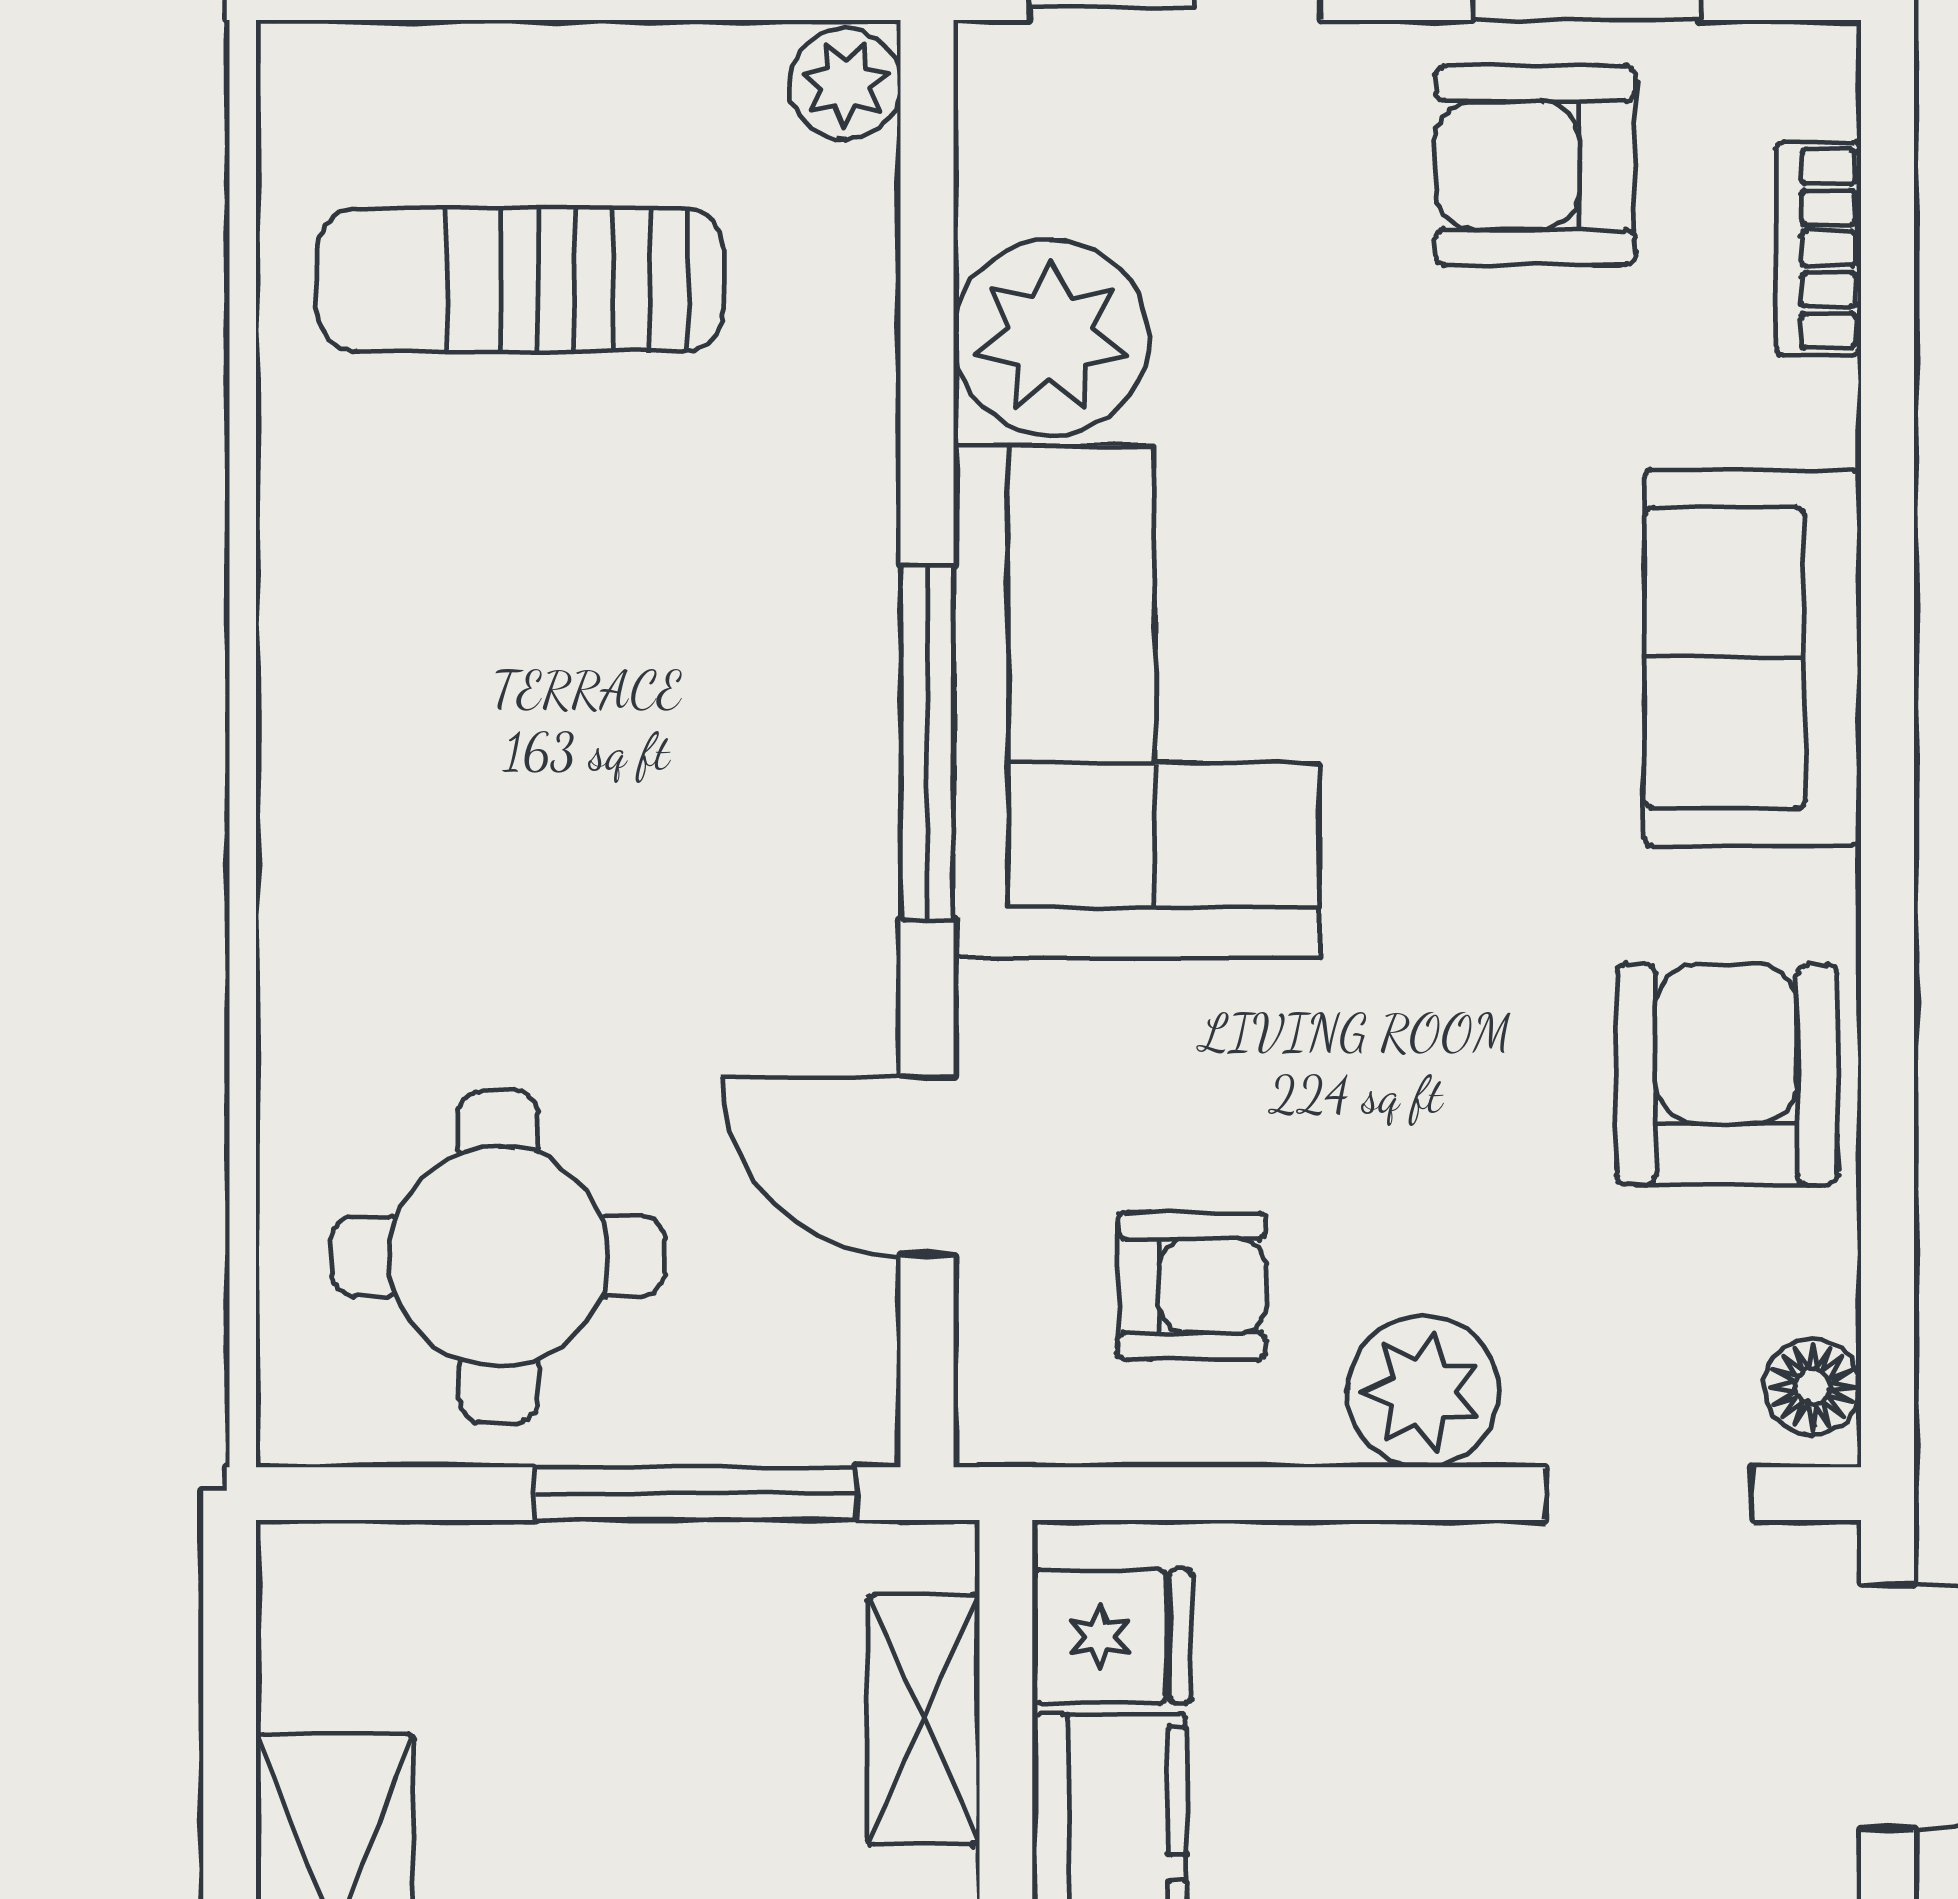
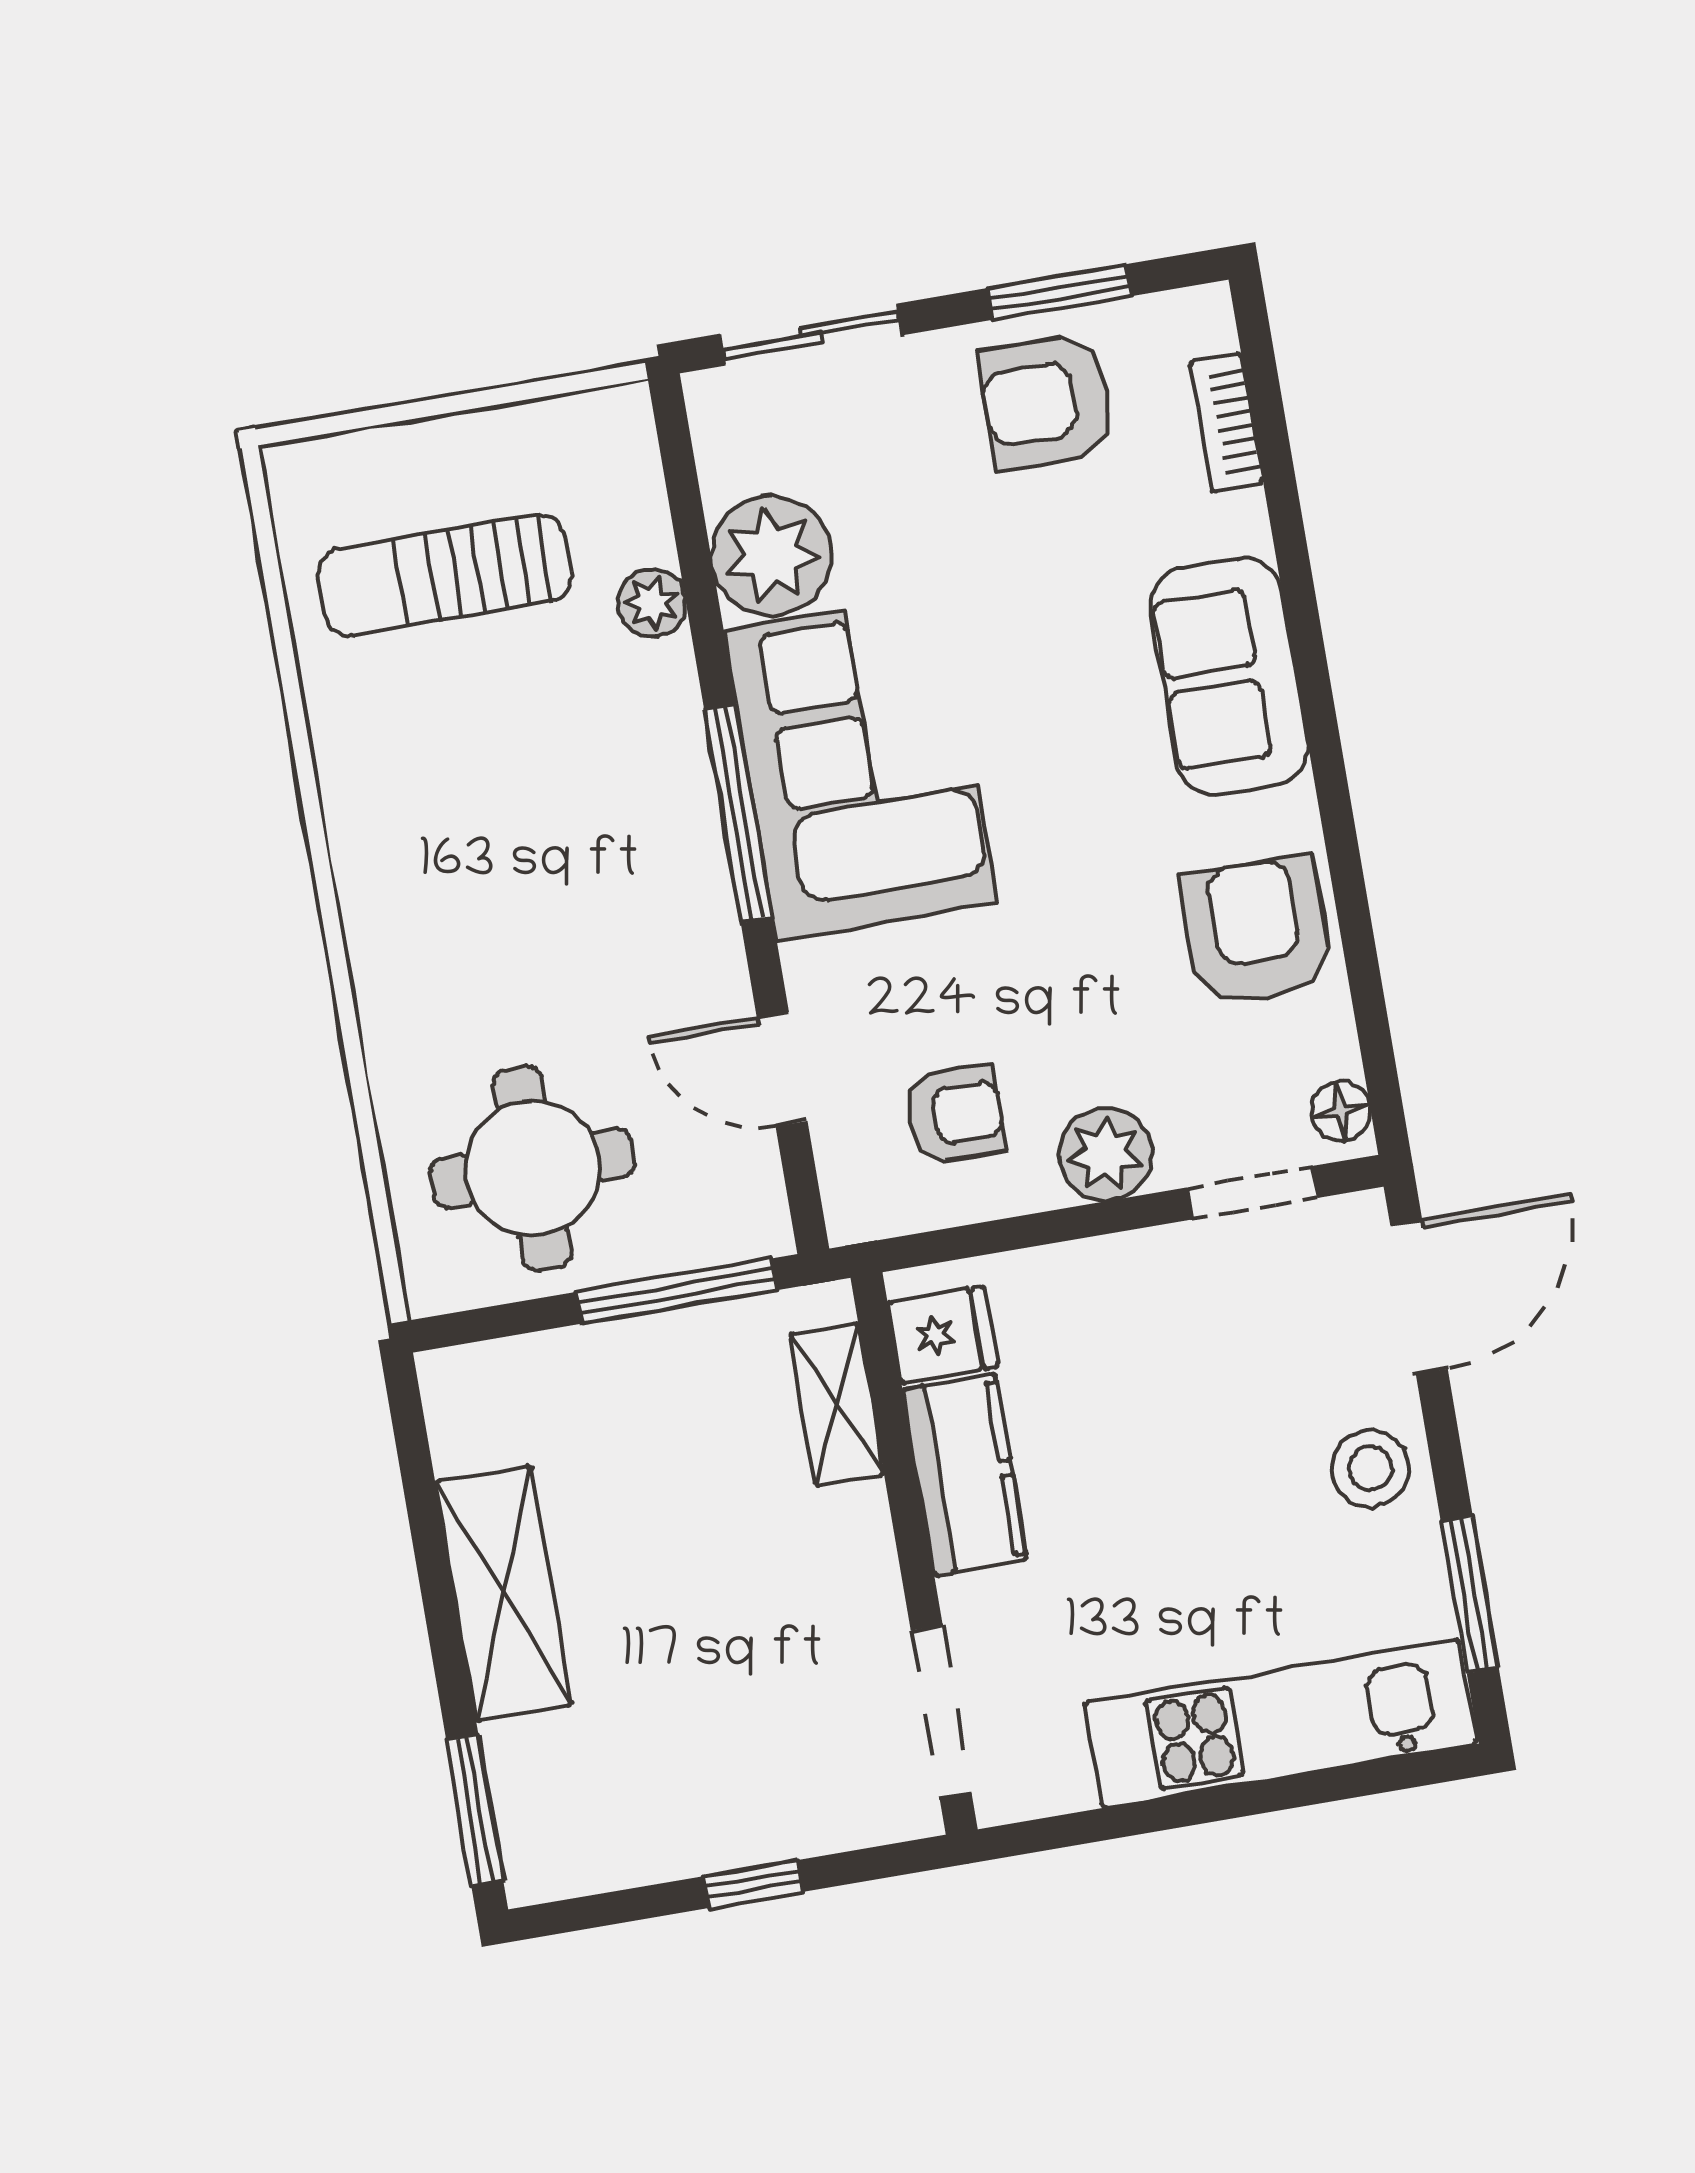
plant: (845, 84) -> (652, 603), moved

